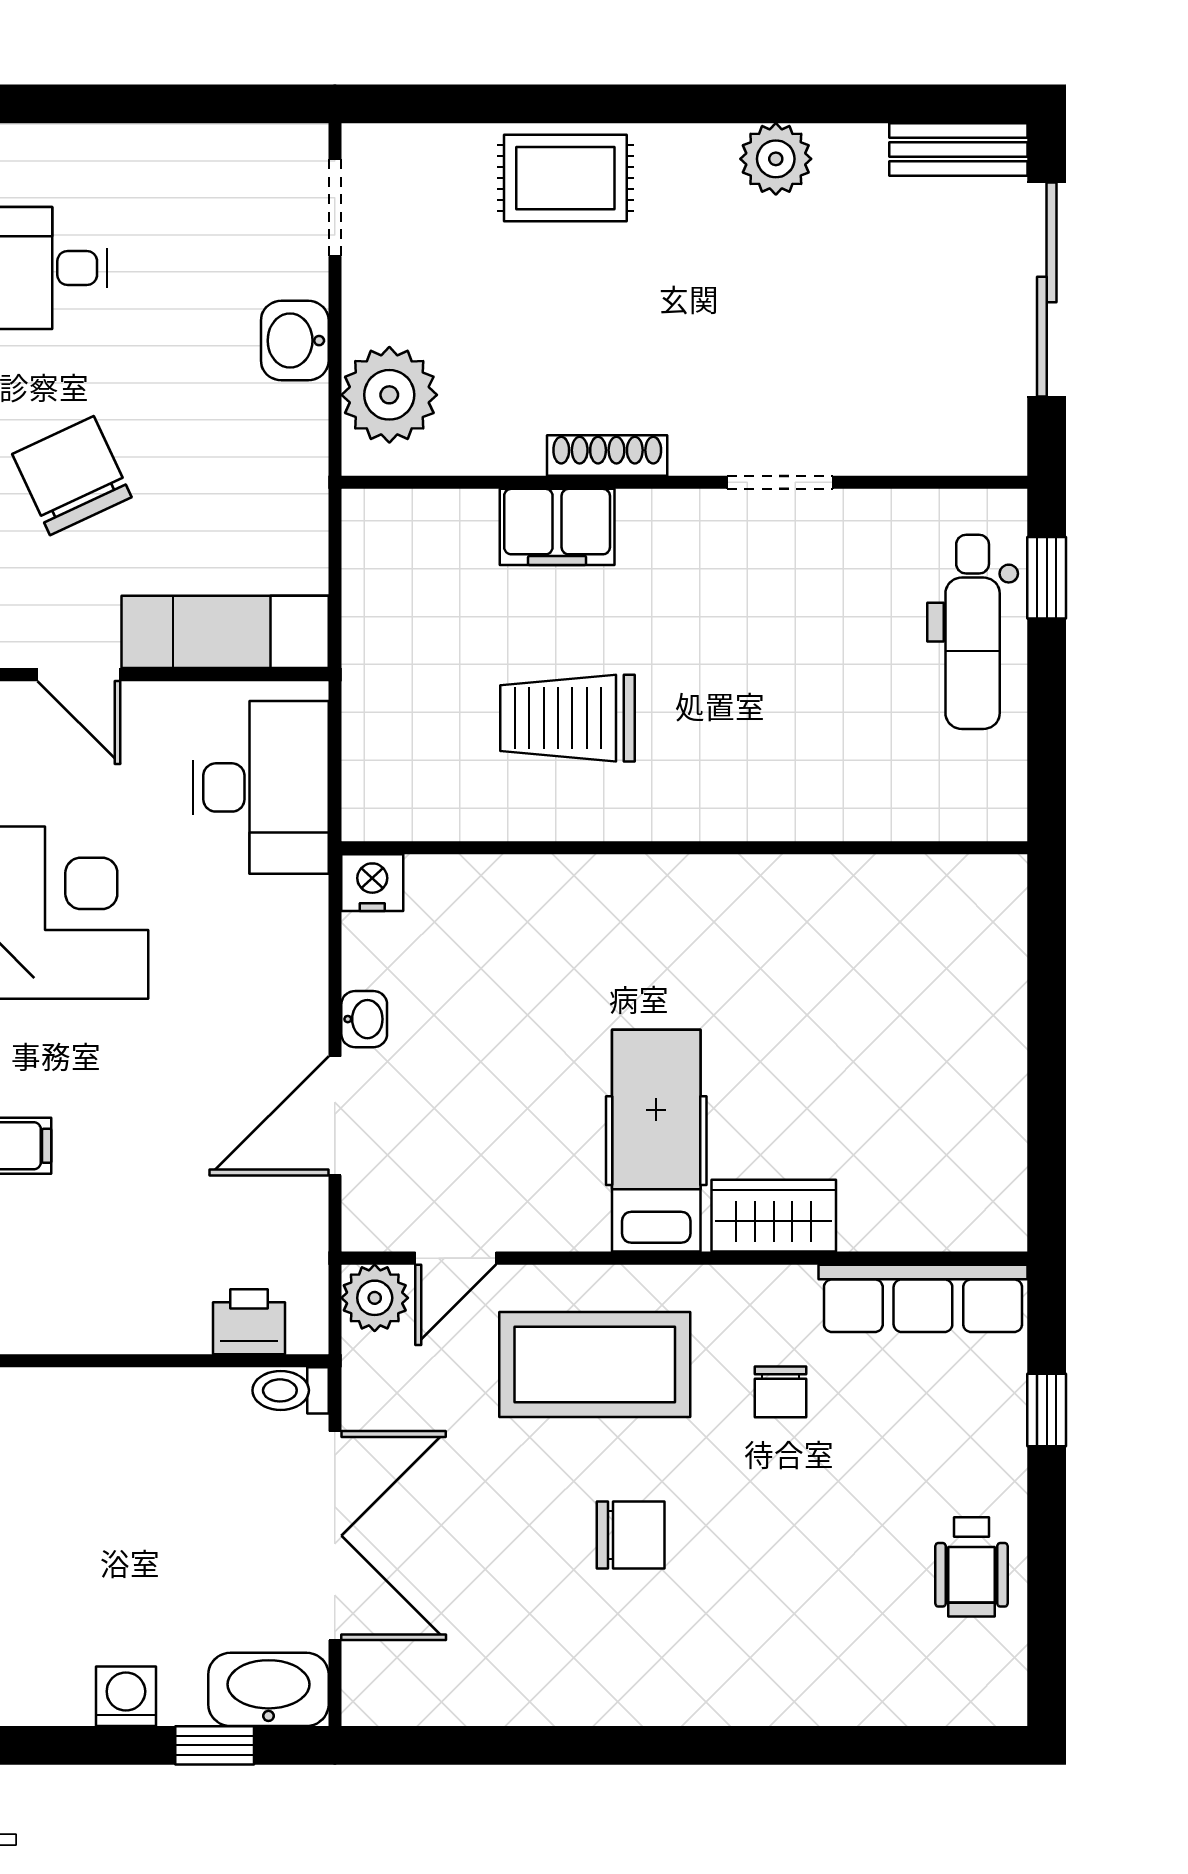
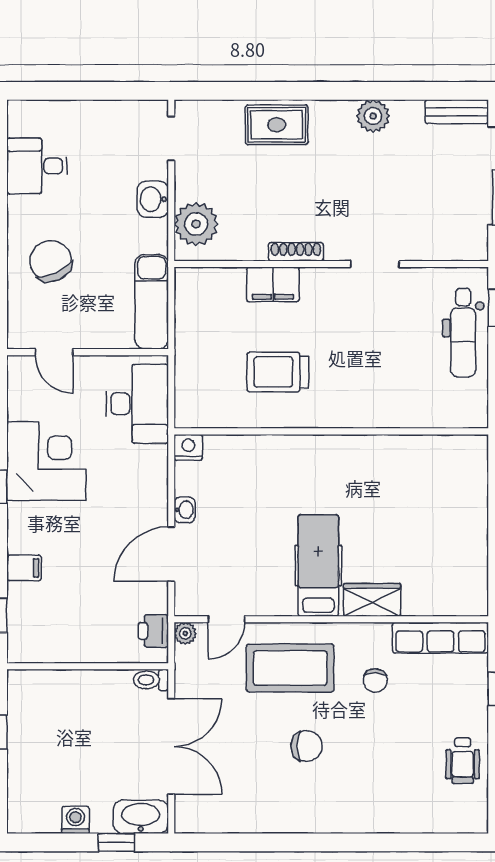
exam couch: (225, 632) -> (152, 302), moved, turned -90
plant: (375, 1298) -> (185, 633), width x0.73, depth x0.73
printer: (249, 1322) -> (153, 631), moved, turned -90

